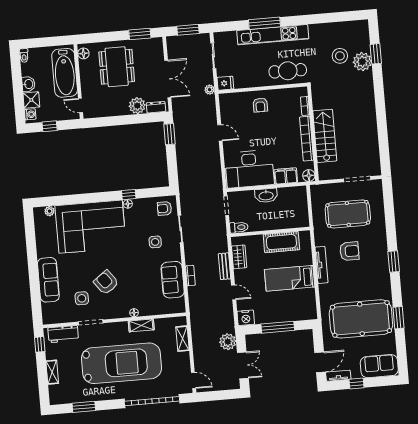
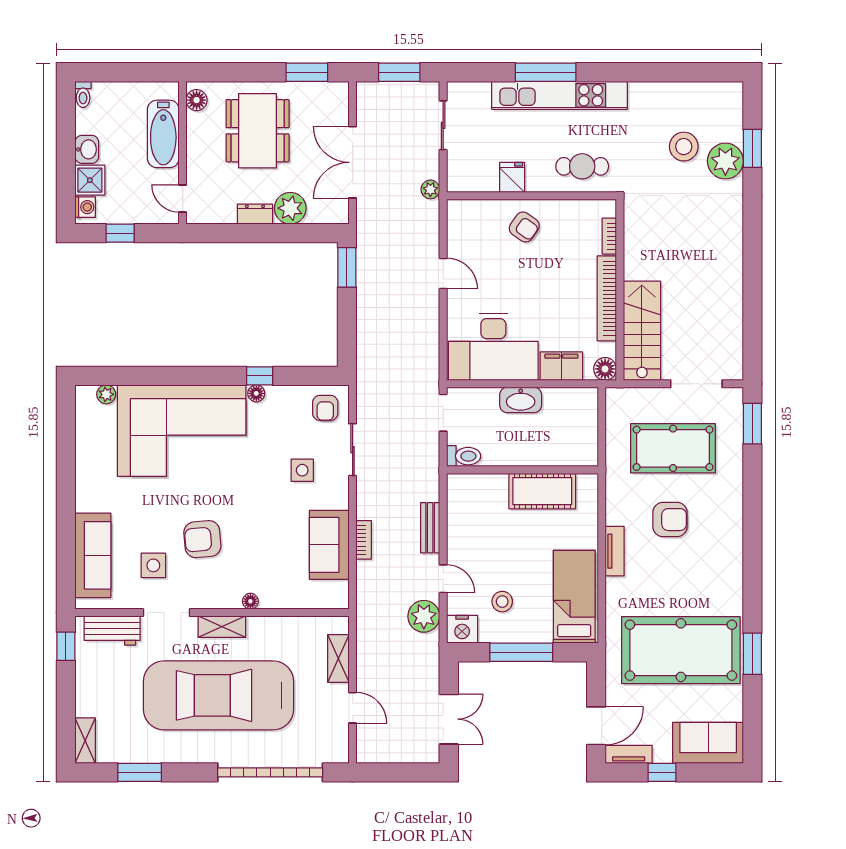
cafe table: (288, 71) -> (582, 166), width x0.73, depth x0.74
bathtub: (65, 73) -> (163, 134), width x0.73, depth x0.73
double door: (168, 79) -> (353, 162), swing flipped
fridge: (225, 83) -> (512, 177), moved, turned -90
armchair: (260, 105) -> (524, 227), turned -55
dresser: (156, 107) -> (255, 214), moved
stairs: (325, 136) -> (642, 331), moved
armchair: (164, 208) -> (325, 408), turned -90
wardrobe: (239, 257) -> (459, 512), removed
window: (394, 262) -> (752, 424), moved
tv unit: (321, 265) -> (615, 551), width x0.71
bed: (290, 278) -> (574, 597), moved, turned 90
sofa: (48, 280) -> (93, 555), moved
armchair: (106, 282) -> (202, 539), turned -58
stool: (265, 302) -> (502, 602), added
shelving: (141, 325) -> (222, 627), moved
plant: (228, 342) -> (424, 616), moved
car: (122, 363) -> (218, 695), turned 180
shelving: (52, 372) -> (85, 741), moved
door: (194, 381) -> (353, 708), moved

